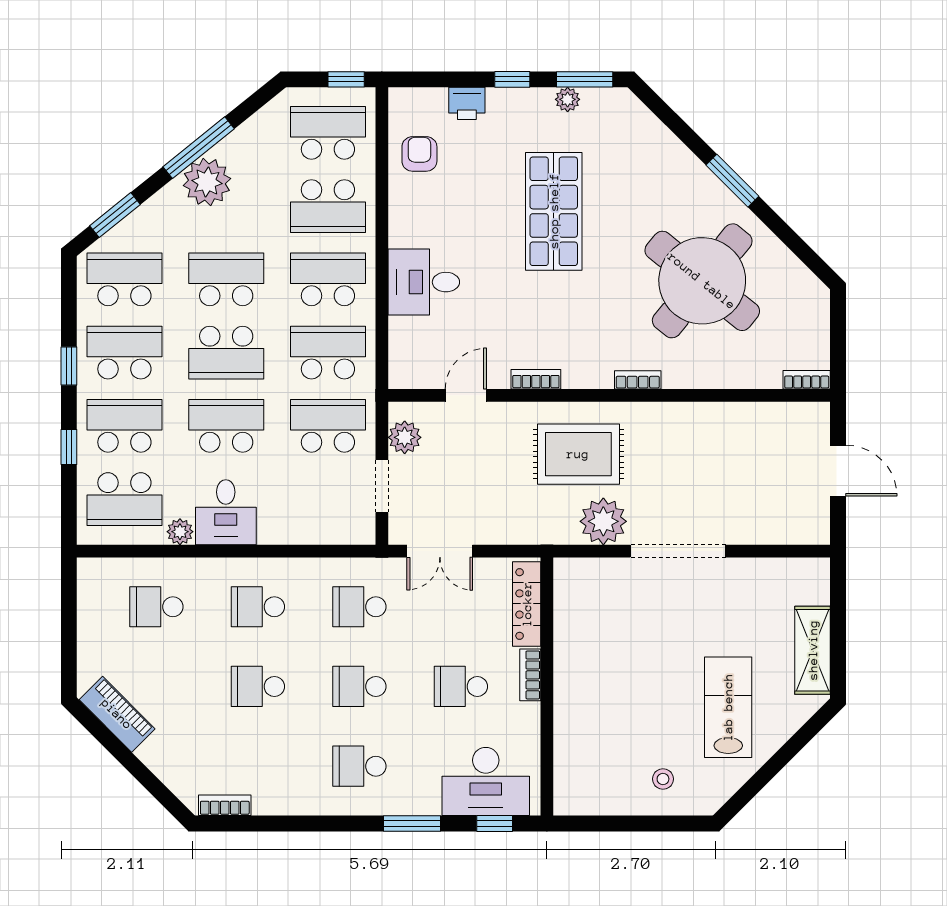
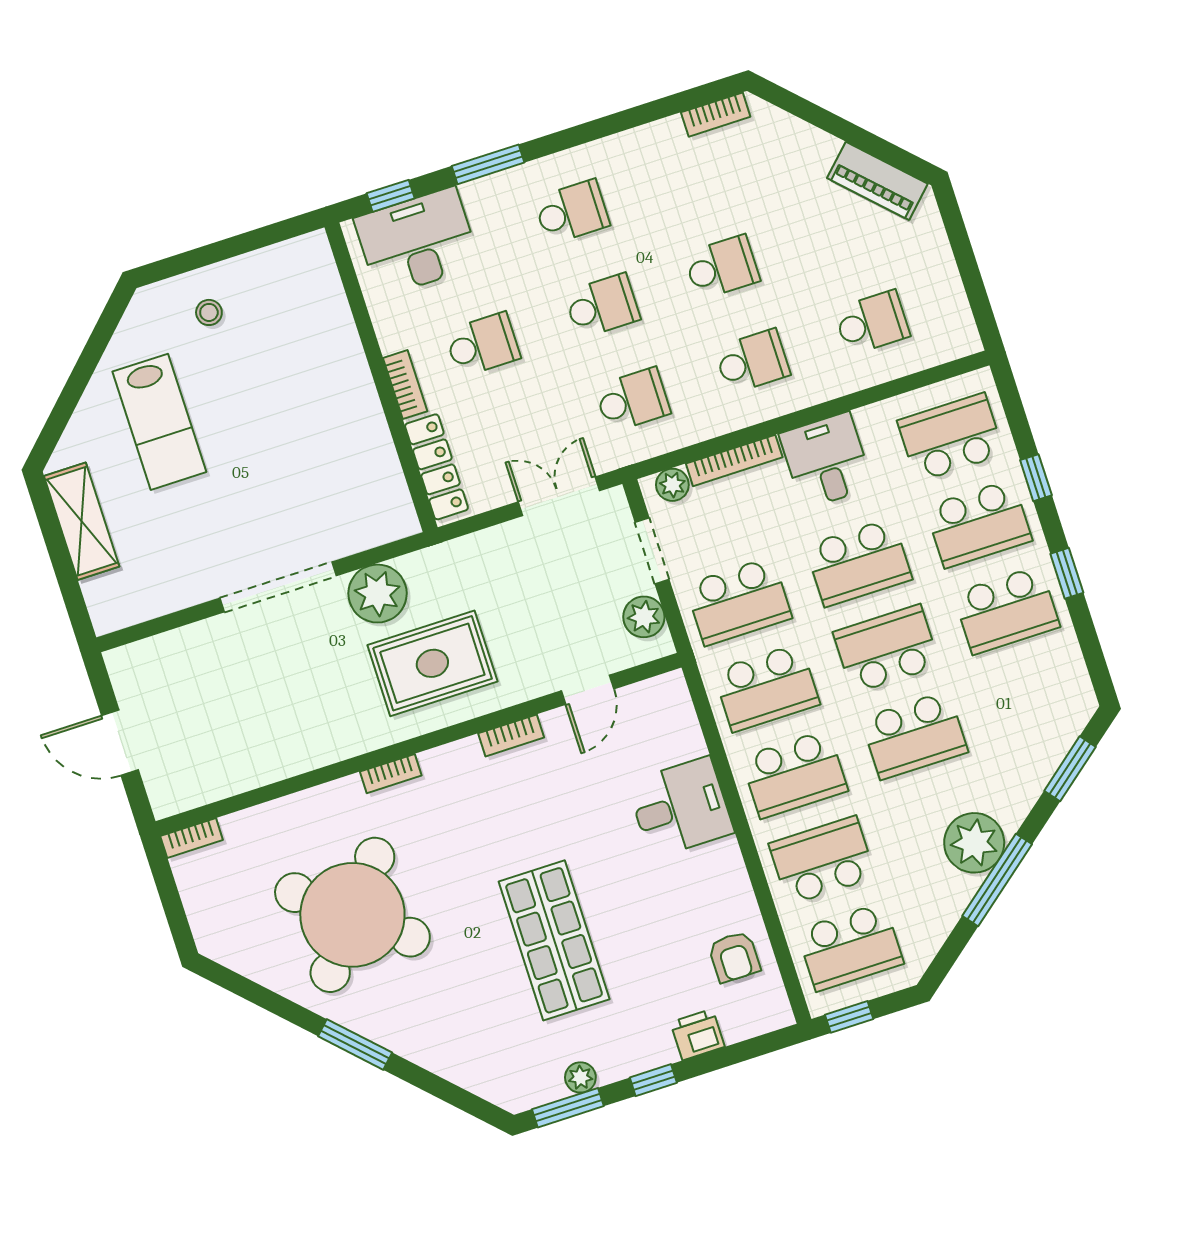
school desk: (124, 279) -> (1034, 697), removed
plant: (180, 532) -> (672, 485), moved
bookcase: (296, 535) -> (734, 460), added

